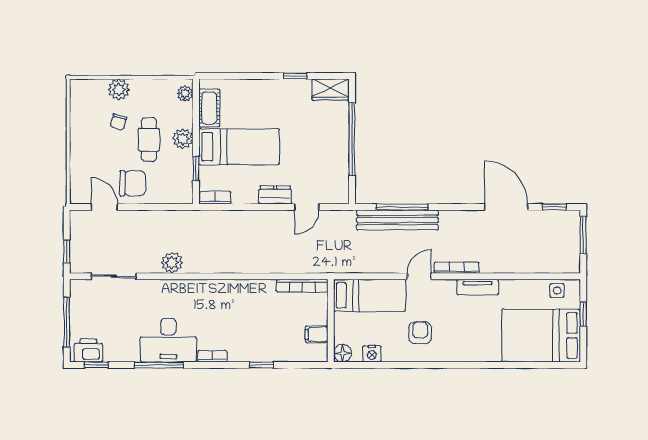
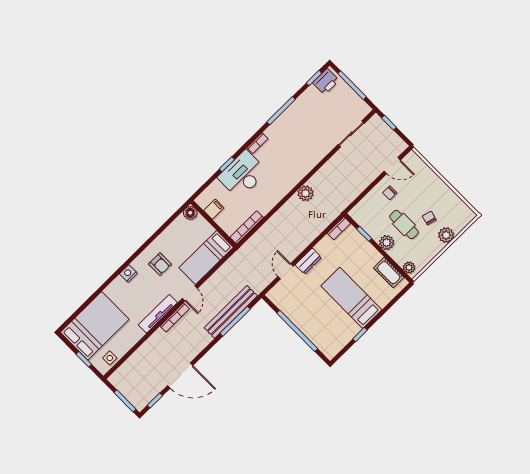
wardrobe: (331, 90) -> (334, 346), removed
bed: (239, 147) -> (351, 298), moved, turned 90
chair: (133, 183) -> (390, 193), width x0.54, depth x0.54
plant: (172, 263) -> (306, 193), moved
tv unit: (478, 287) -> (158, 314), width x1.41
desk: (168, 340) -> (243, 175), moved
nightstand: (372, 354) -> (128, 273), moved

